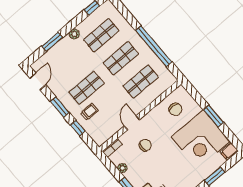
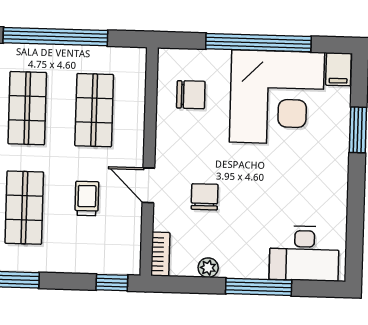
trolley: (89, 112) -> (87, 199), moved
window: (214, 116) -> (258, 43), width x2.11
window: (78, 128) -> (112, 283), moved

